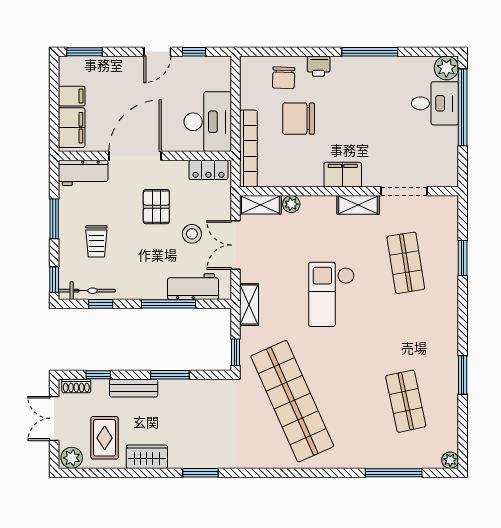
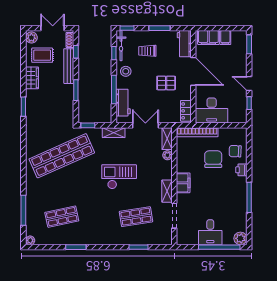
desk: (435, 103) -> (210, 232), moved
stool: (192, 234) -> (126, 71), moved
bench: (134, 388) -> (69, 66), width x1.36

